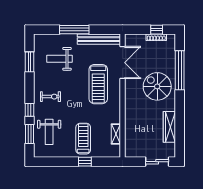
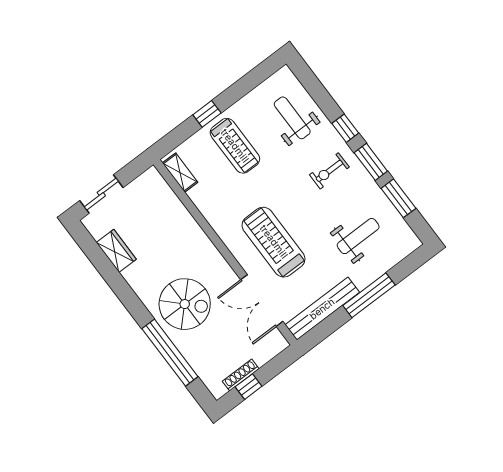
wardrobe: (169, 127) -> (116, 251), width x0.67
window: (29, 134) -> (371, 162), moved
shelving: (116, 134) -> (180, 173), moved

